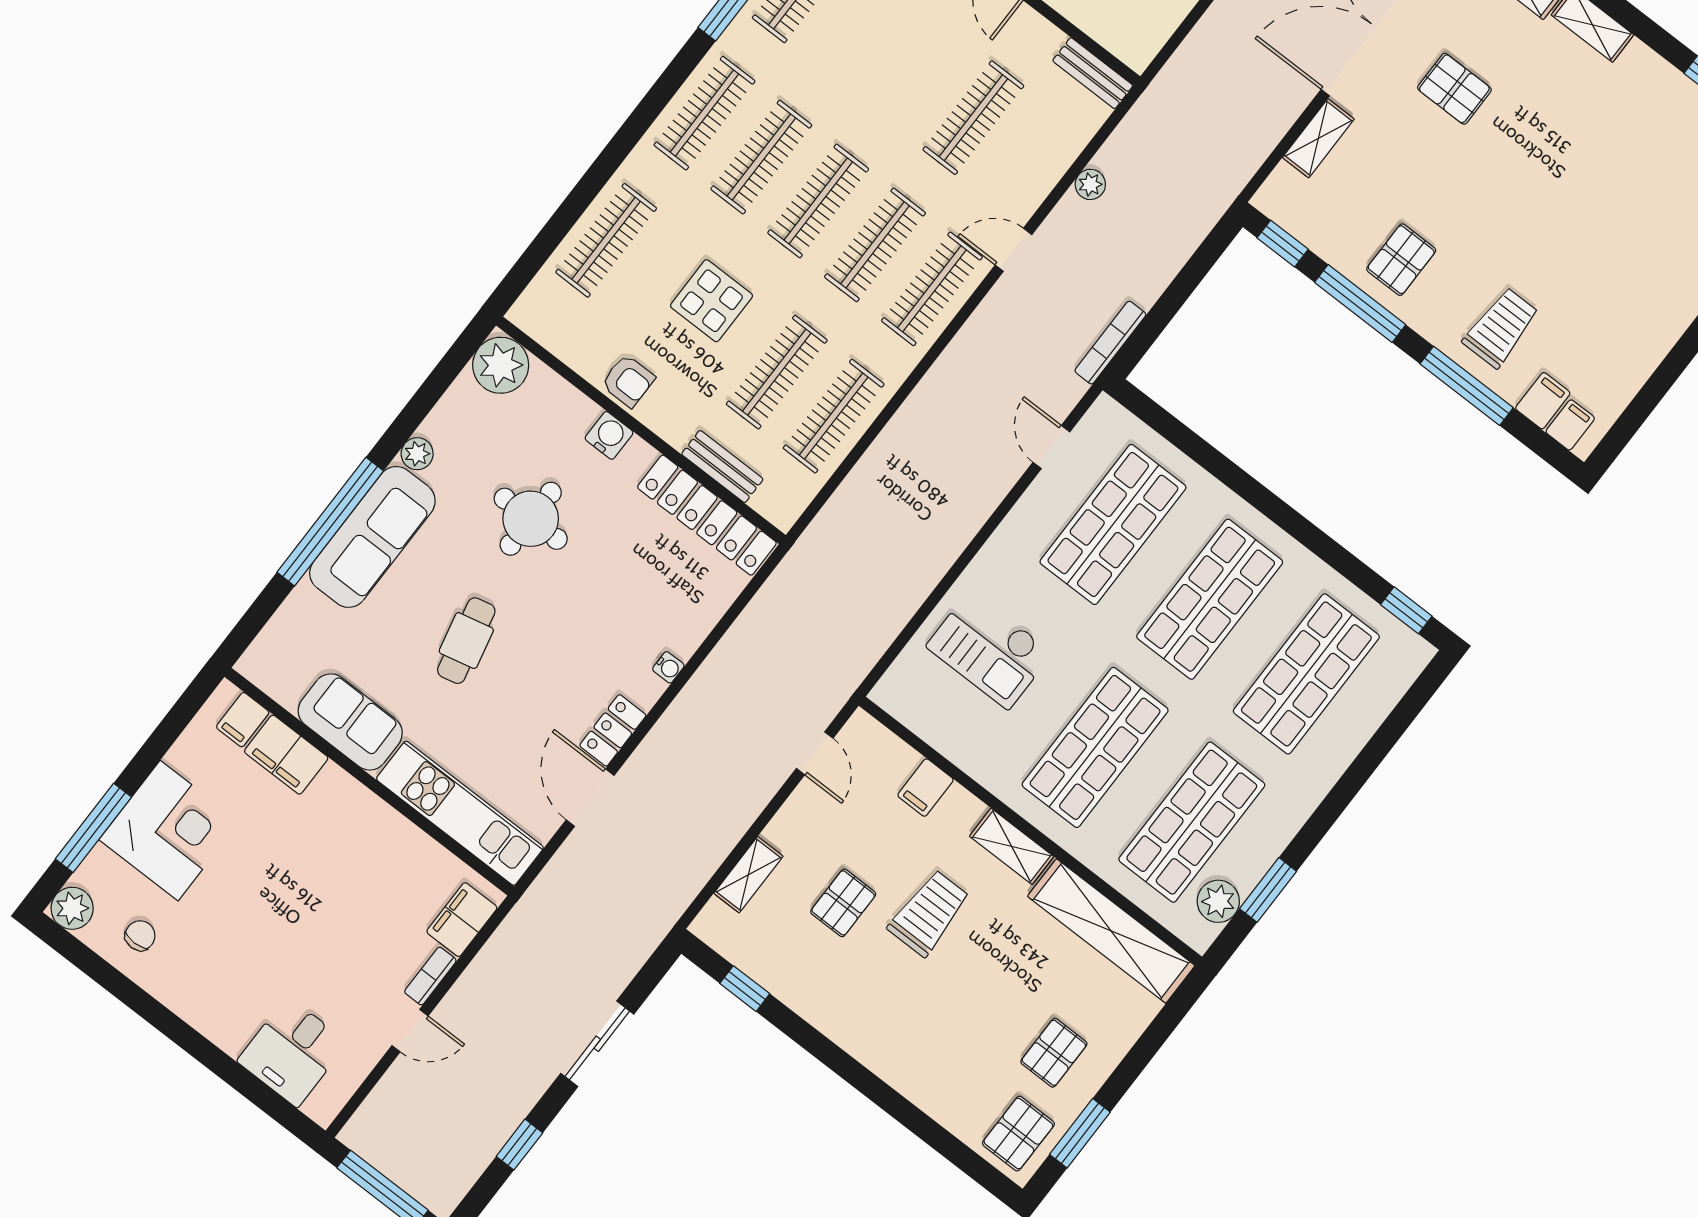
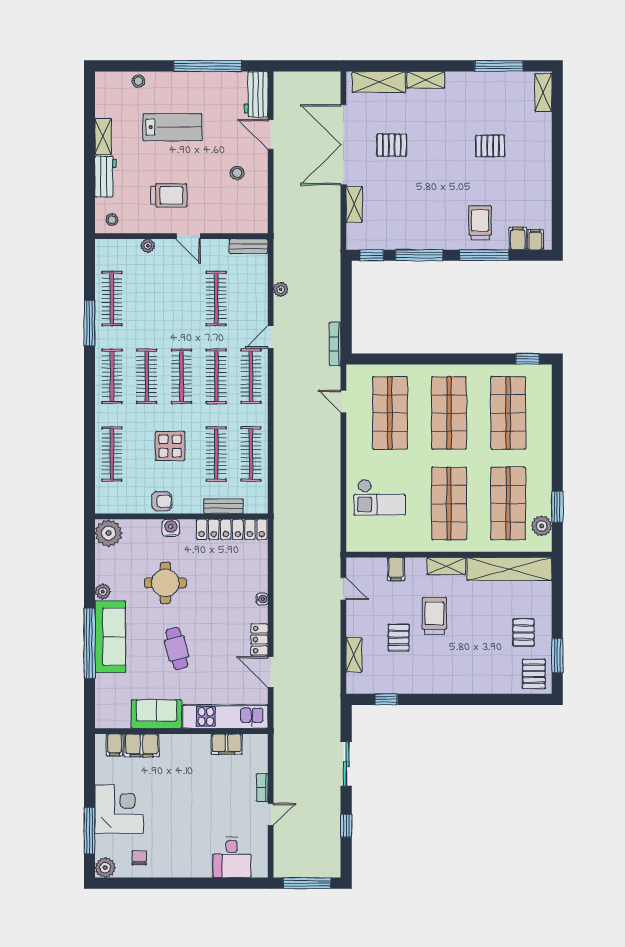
pallet: (1401, 260) -> (490, 146), moved, turned 90
filing cabinet: (462, 920) -> (227, 744), moved, turned -90

